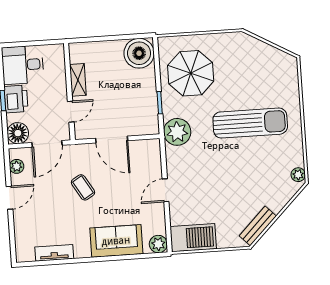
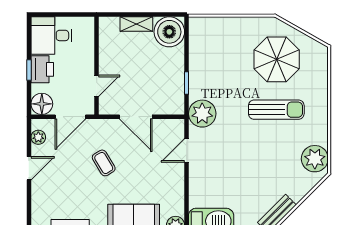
parasol: (191, 73) -> (277, 59), moved
shelving: (78, 80) -> (136, 24), moved, turned 90
sun lounger: (250, 123) -> (276, 110), width x0.73, depth x0.75
plant: (298, 175) -> (315, 159), width x1.87, depth x1.87
door: (166, 190) -> (187, 150), moved

